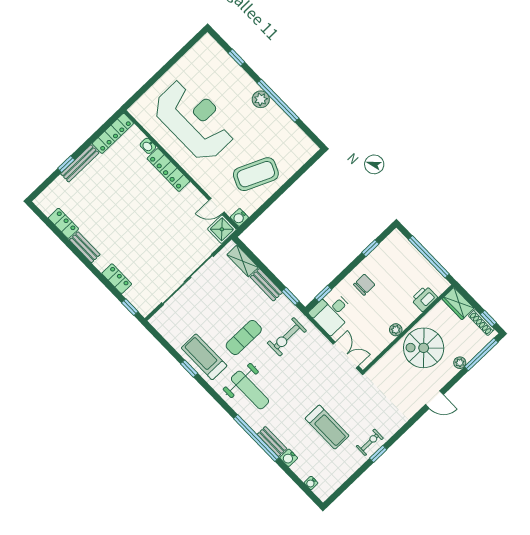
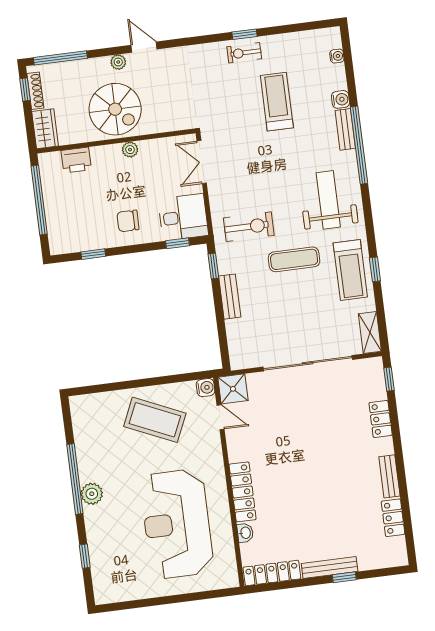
shelving: (243, 261) -> (370, 333), moved
plant: (460, 363) -> (118, 62), moved

